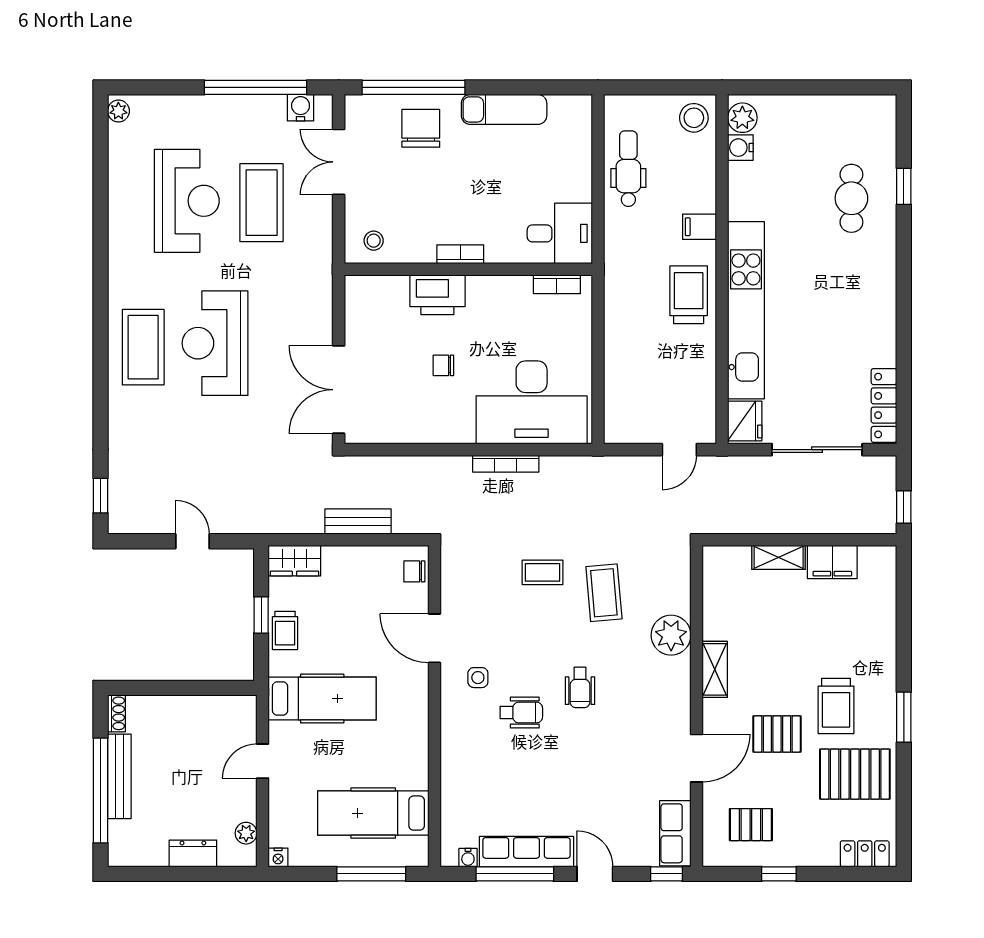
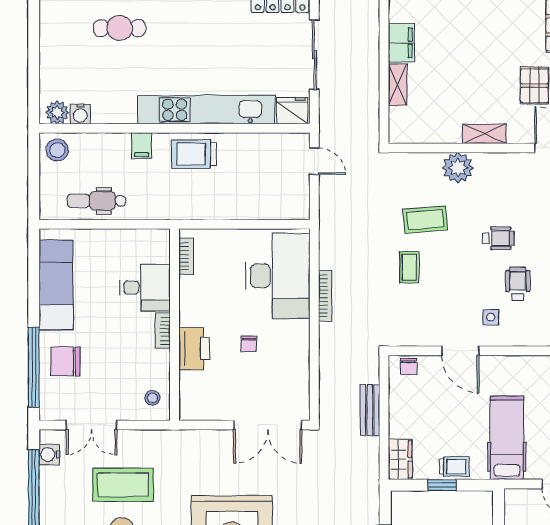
exam couch: (504, 109) -> (56, 285), width x1.36, depth x1.45
desk: (560, 233) -> (145, 288), moved, turned 90
door: (434, 638) -> (460, 351), hinge flipped
trolley: (836, 706) -> (513, 40), removed

